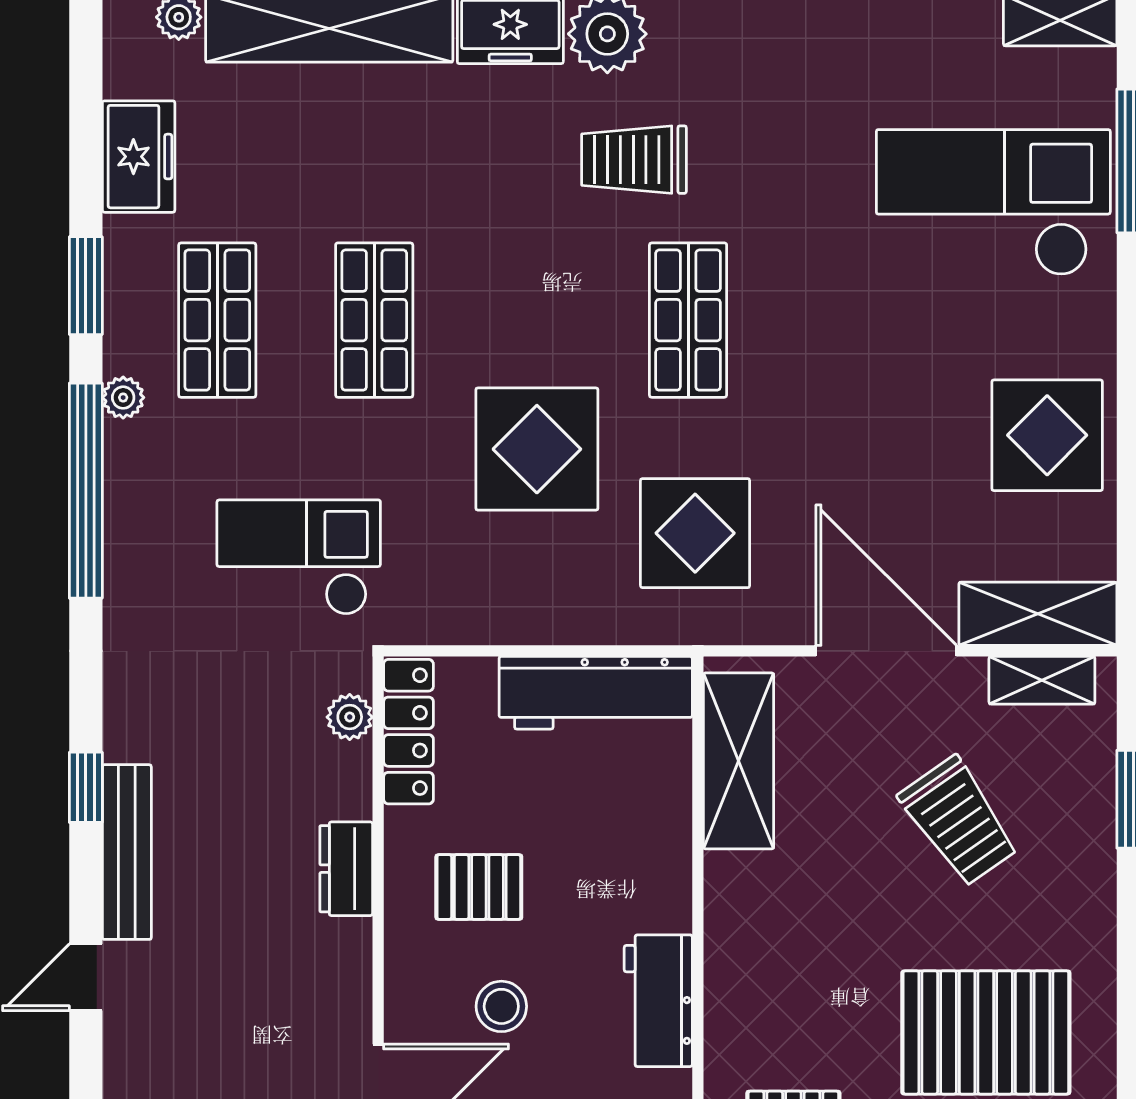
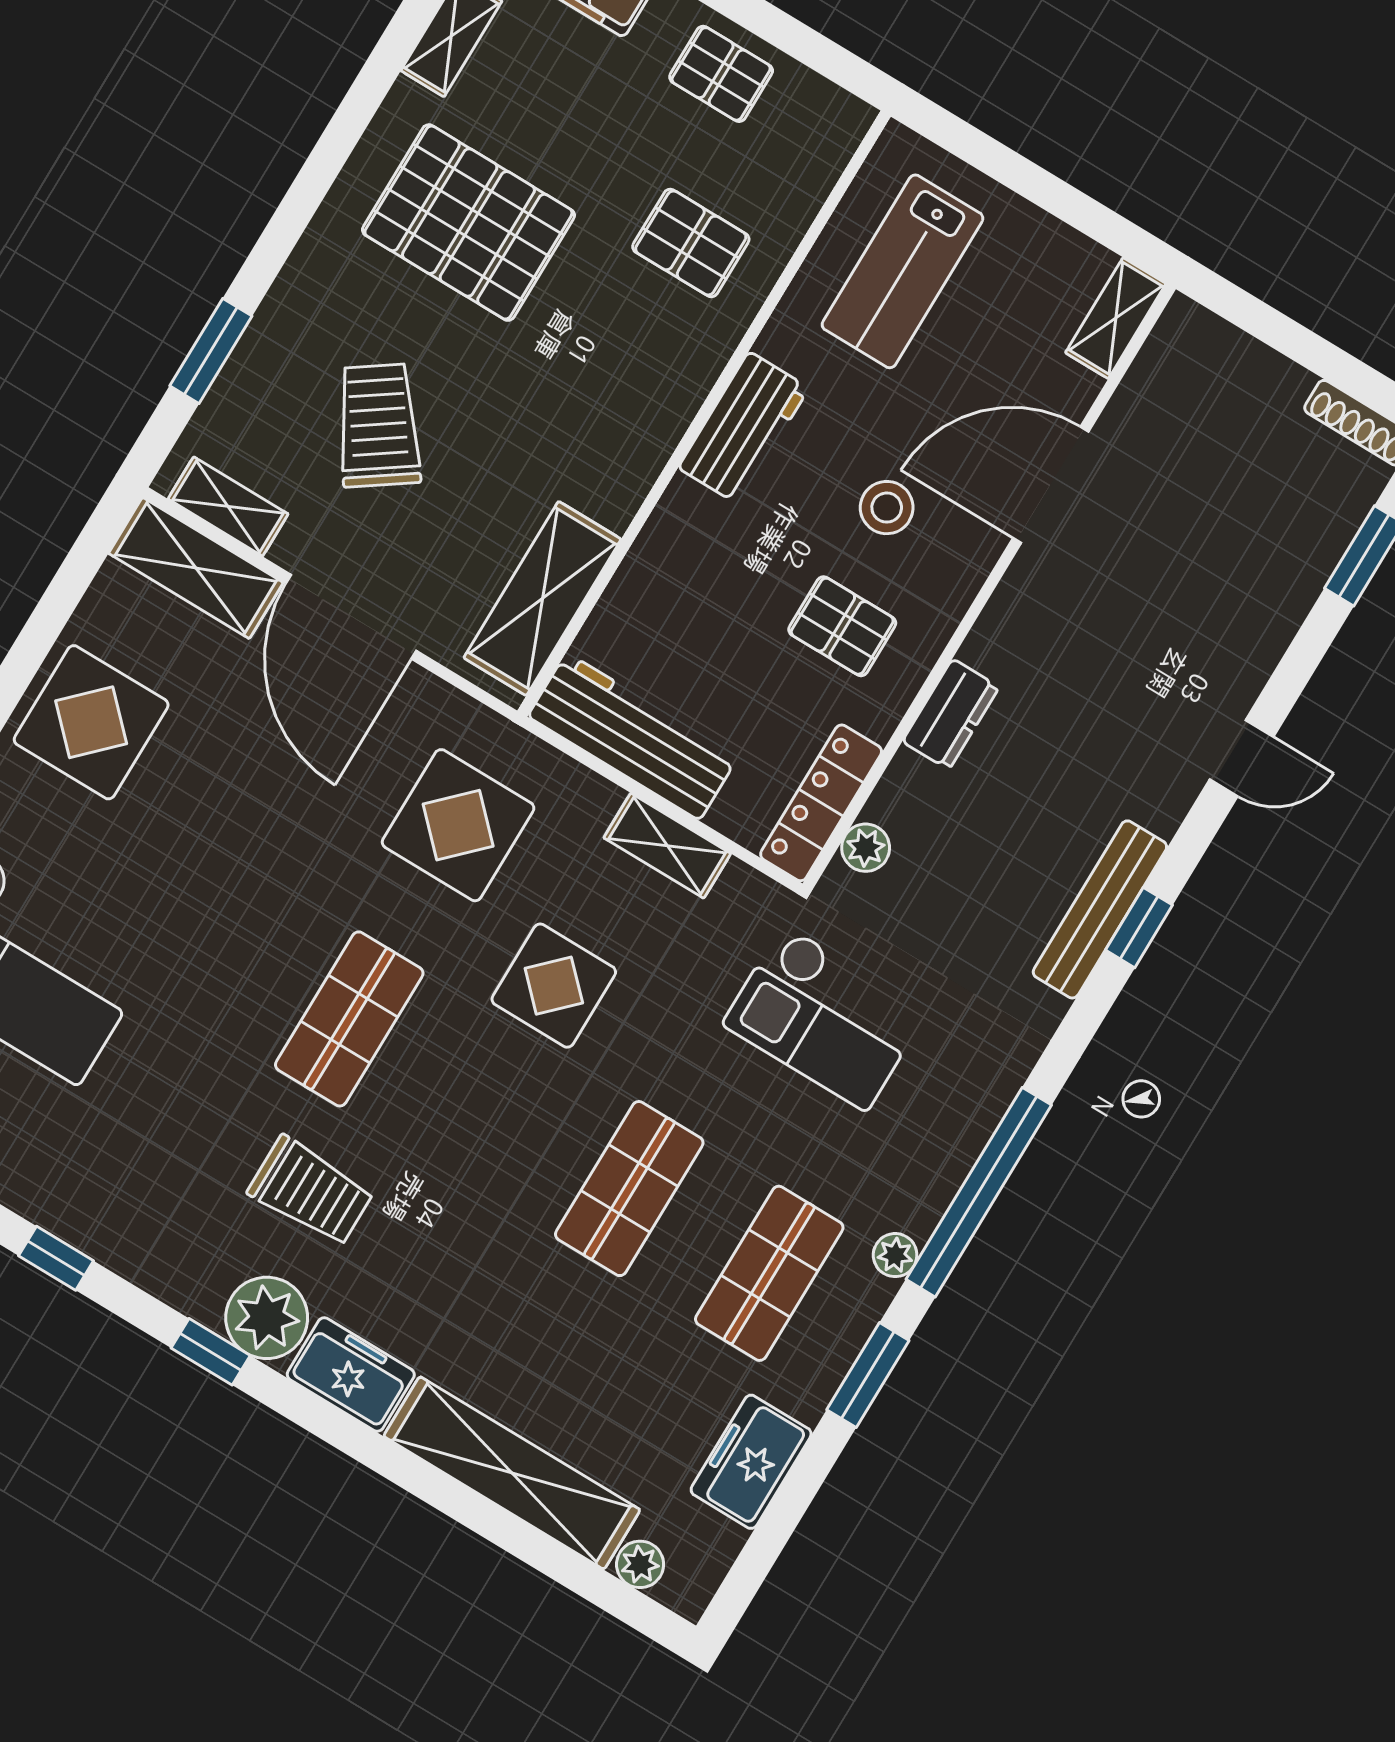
display table: (537, 449) -> (554, 986), width x0.73, depth x0.73
shelving: (513, 620) -> (667, 846), added
bench: (127, 852) -> (1100, 909), moved

